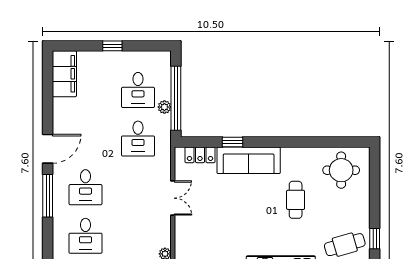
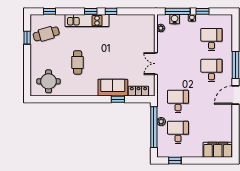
window: (112, 46) -> (175, 161), moved
filing cabinet: (64, 74) -> (218, 150), moved, turned 90
sofa: (249, 160) -> (113, 88), width x0.73

